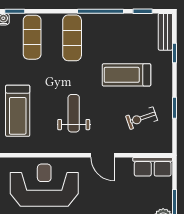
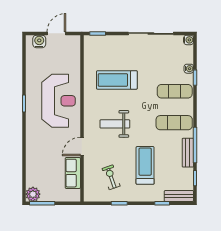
bench: (110, 20) -> (188, 153), added
weight bench: (74, 113) -> (115, 124), turned 180
row of seats: (153, 167) -> (73, 173), moved

